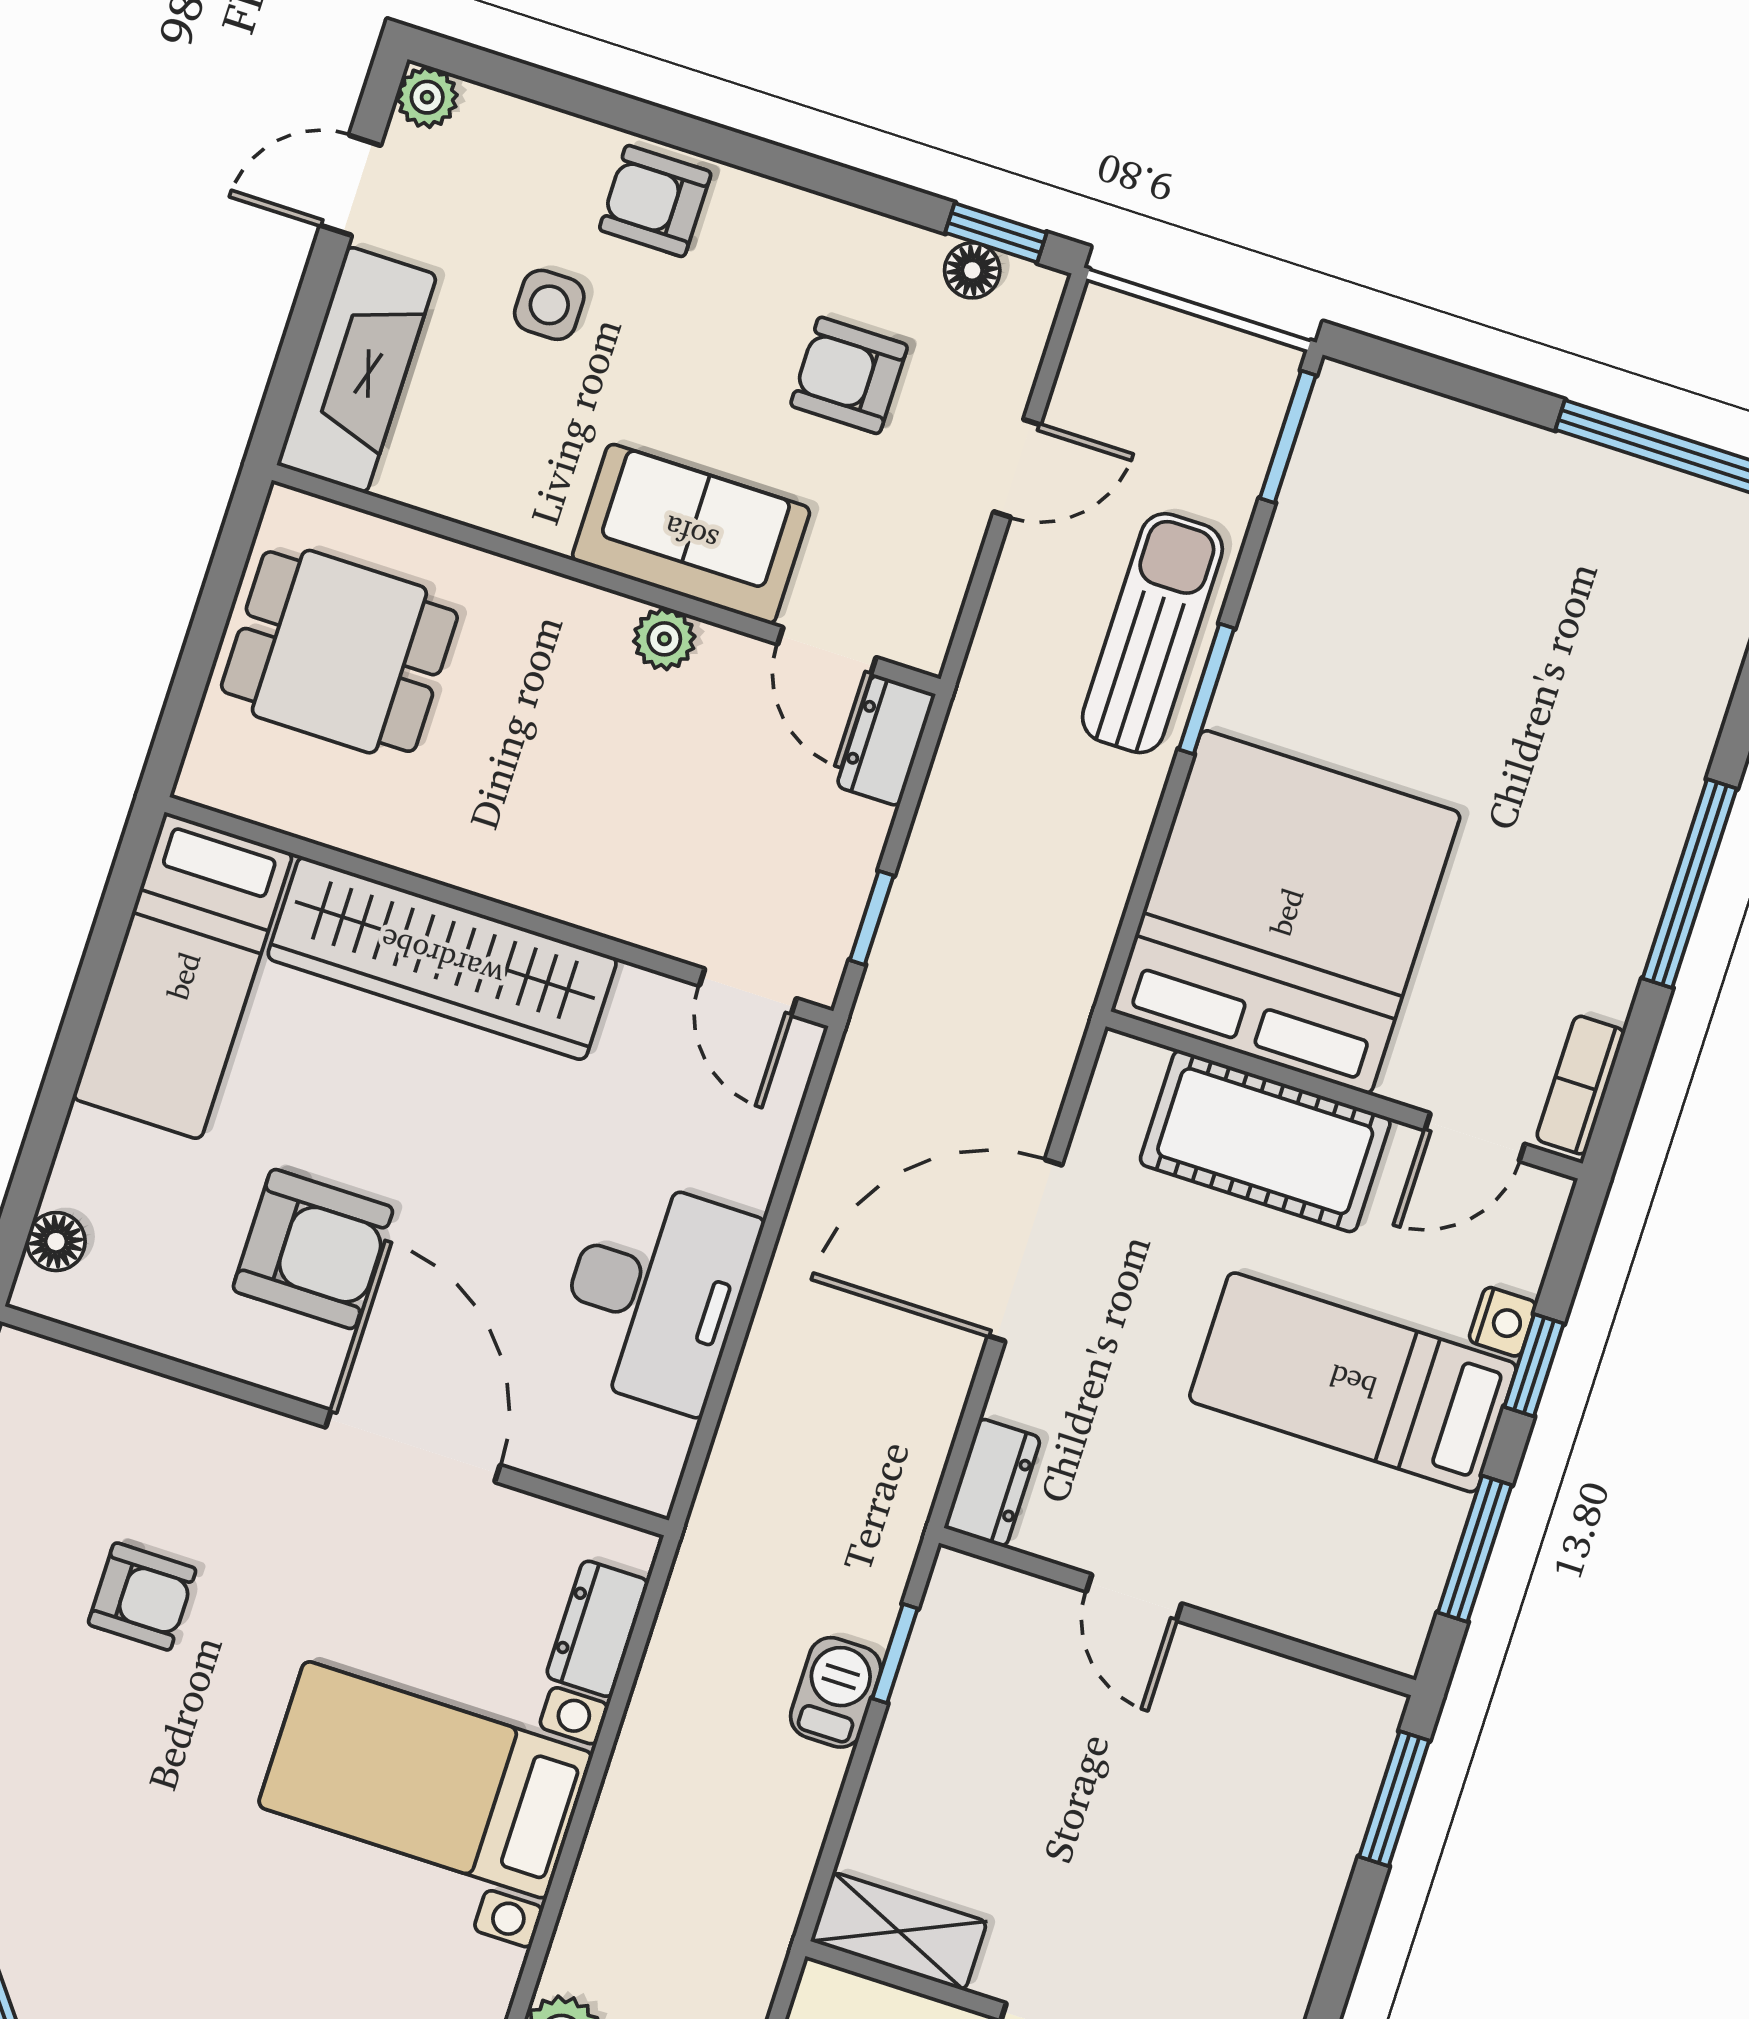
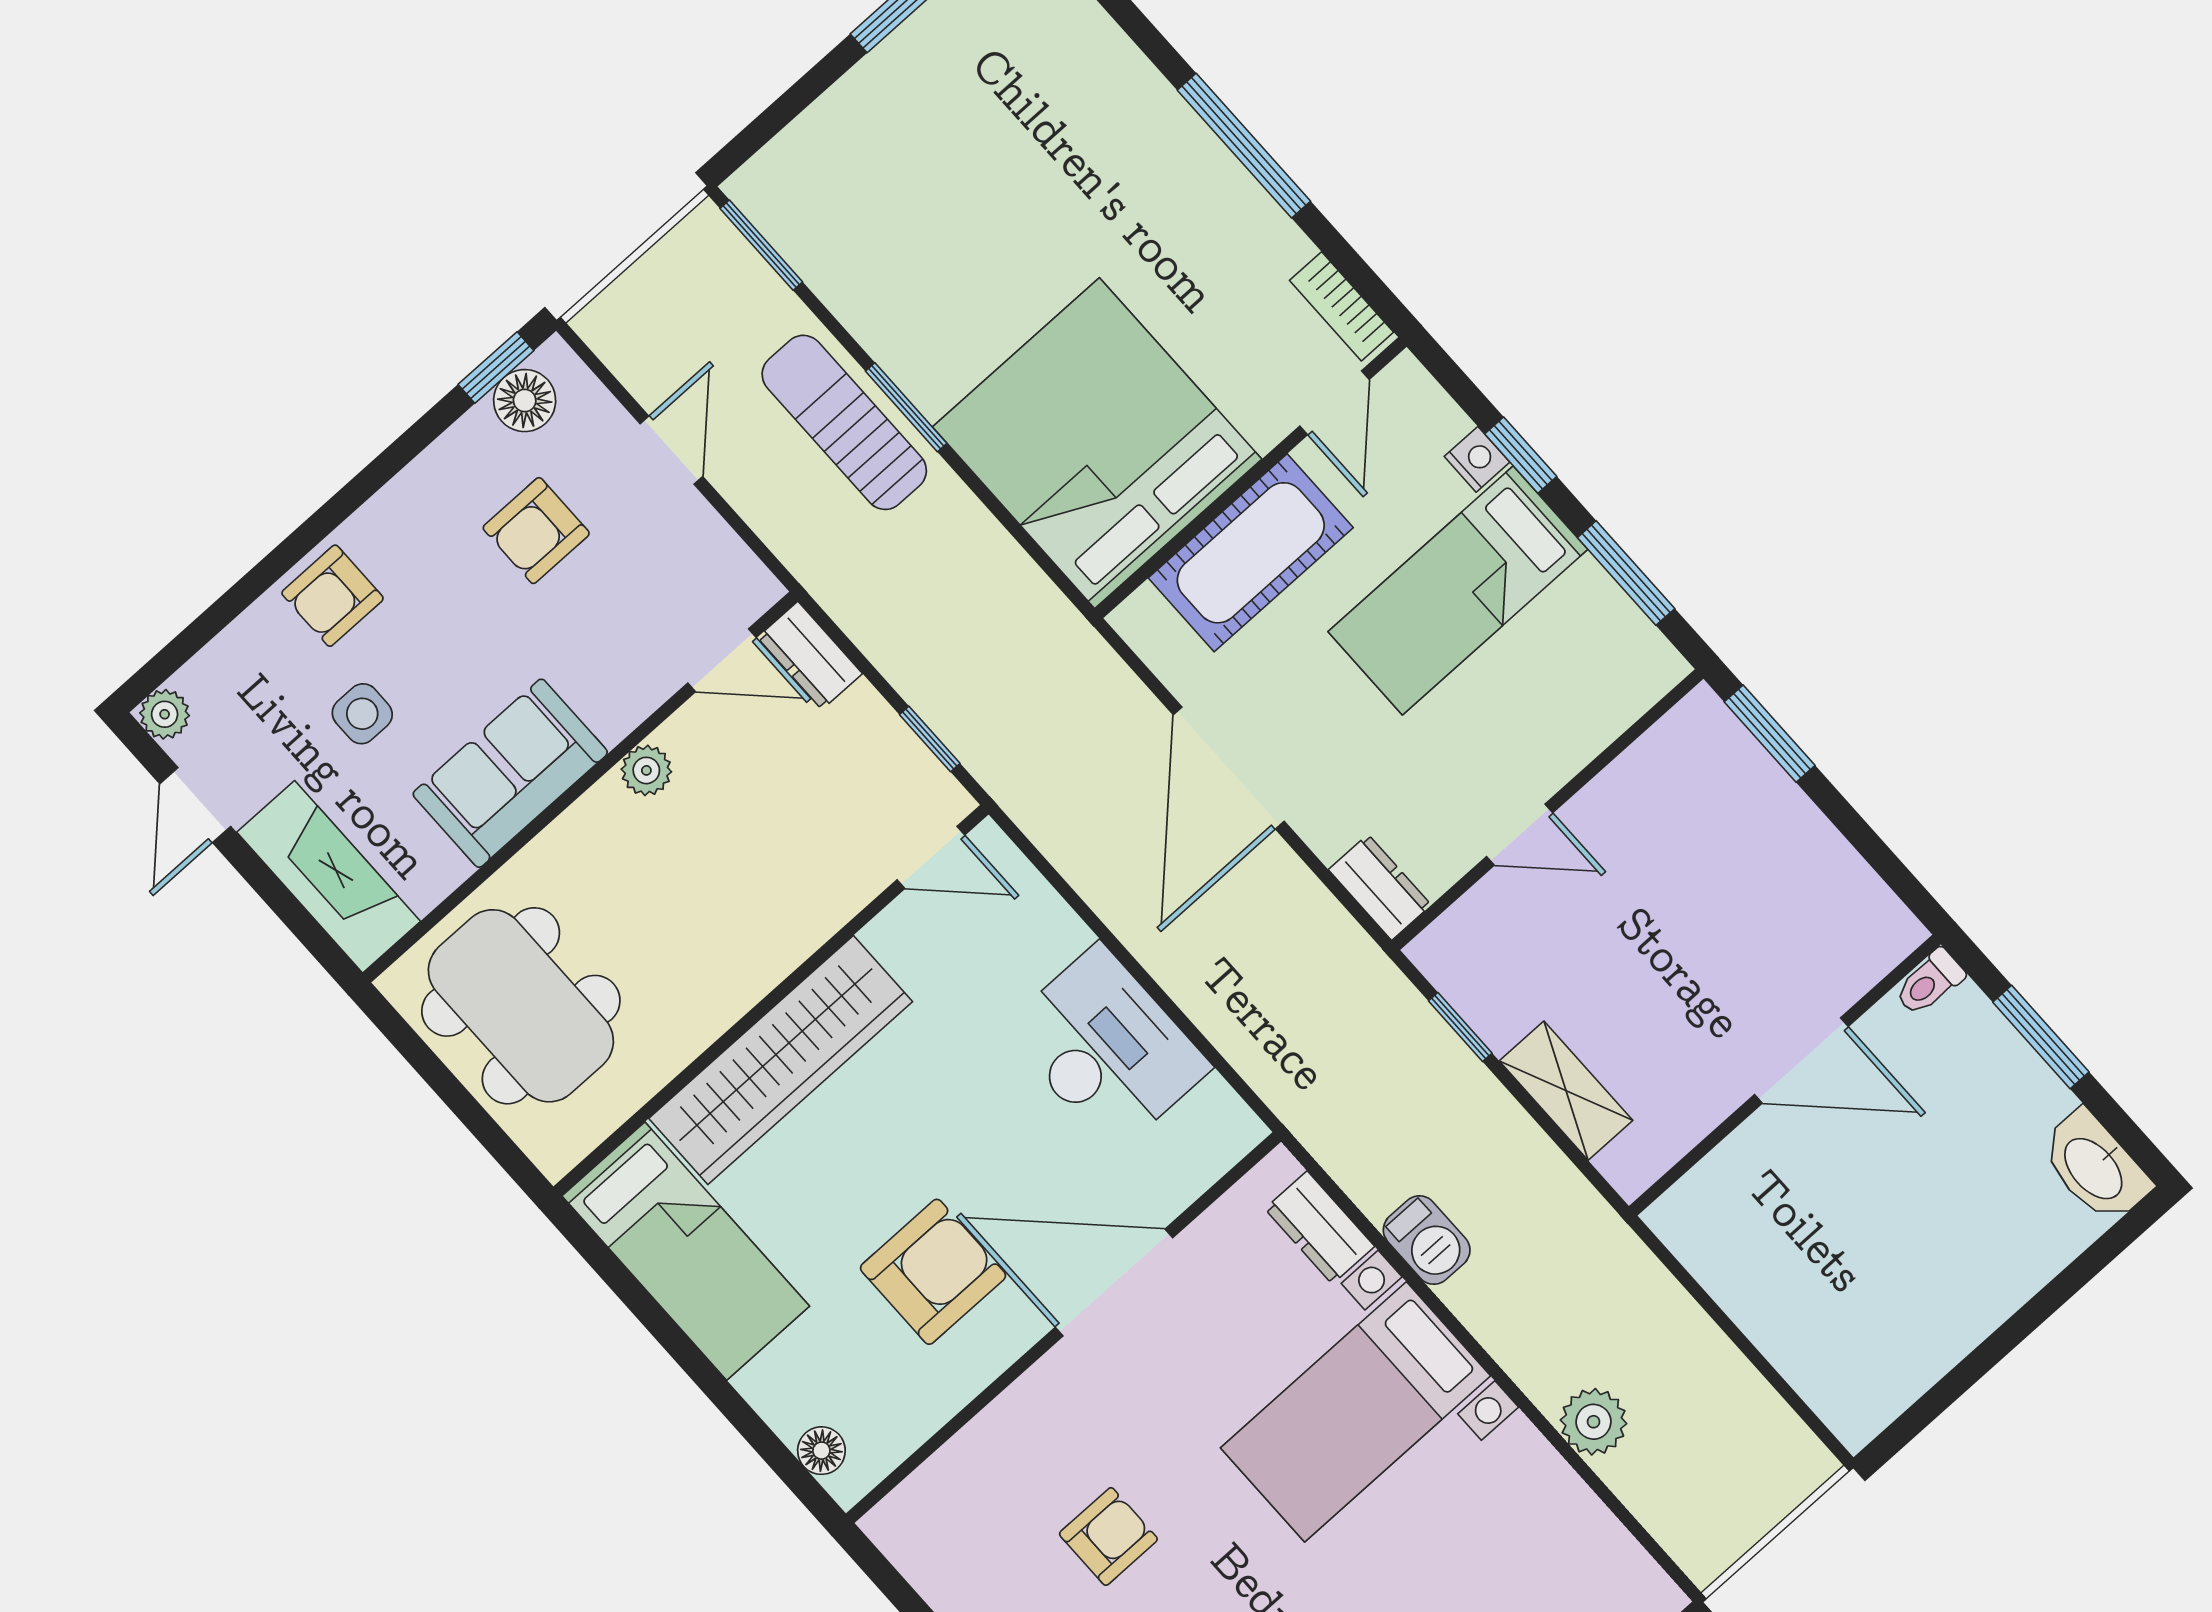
floor lamp: (972, 270) -> (525, 401), width x1.37, depth x1.37
sofa: (691, 534) -> (510, 773), moved
dining table: (339, 652) -> (521, 1006), width x1.37
barbecue: (836, 1692) -> (1427, 1240), moved, turned 180
shelving: (899, 1931) -> (1566, 1091), moved, turned 90

